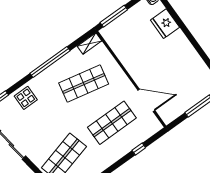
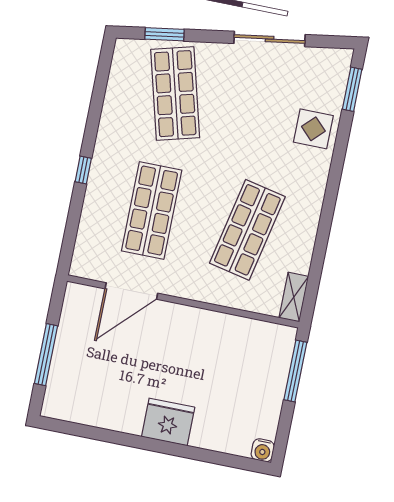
fridge: (165, 24) -> (168, 422), moved
window: (50, 62) -> (327, 215), removed
window: (139, 149) -> (83, 170), moved

